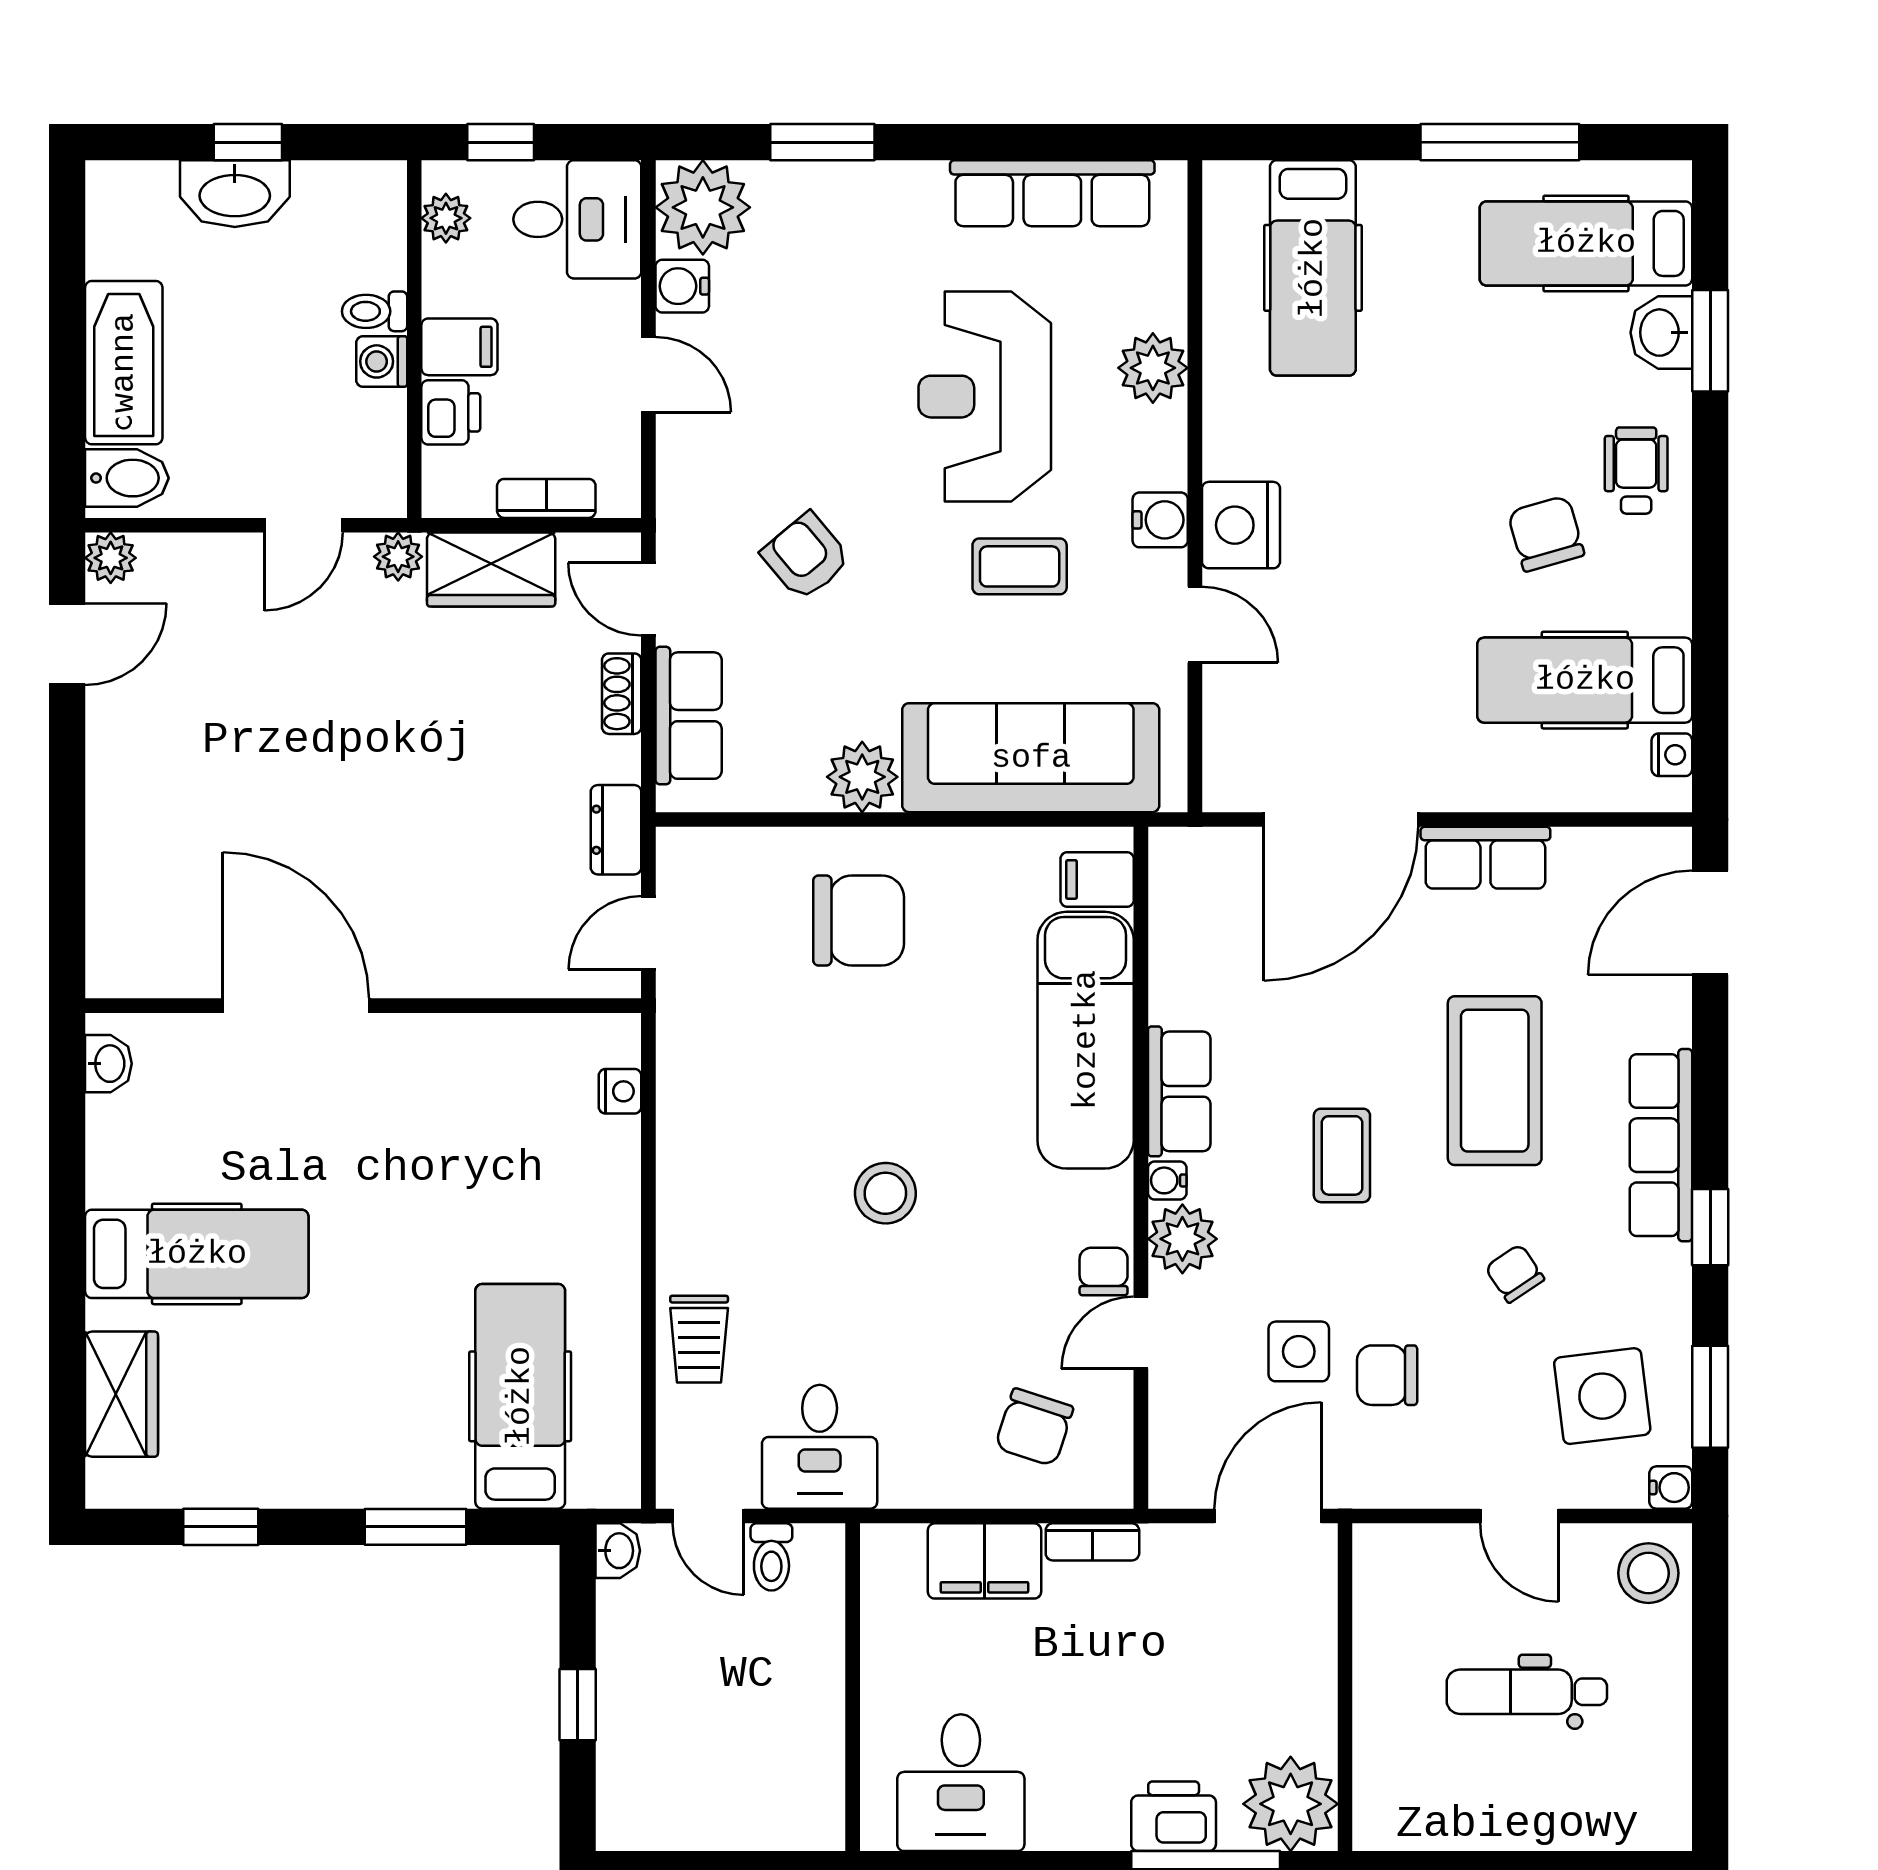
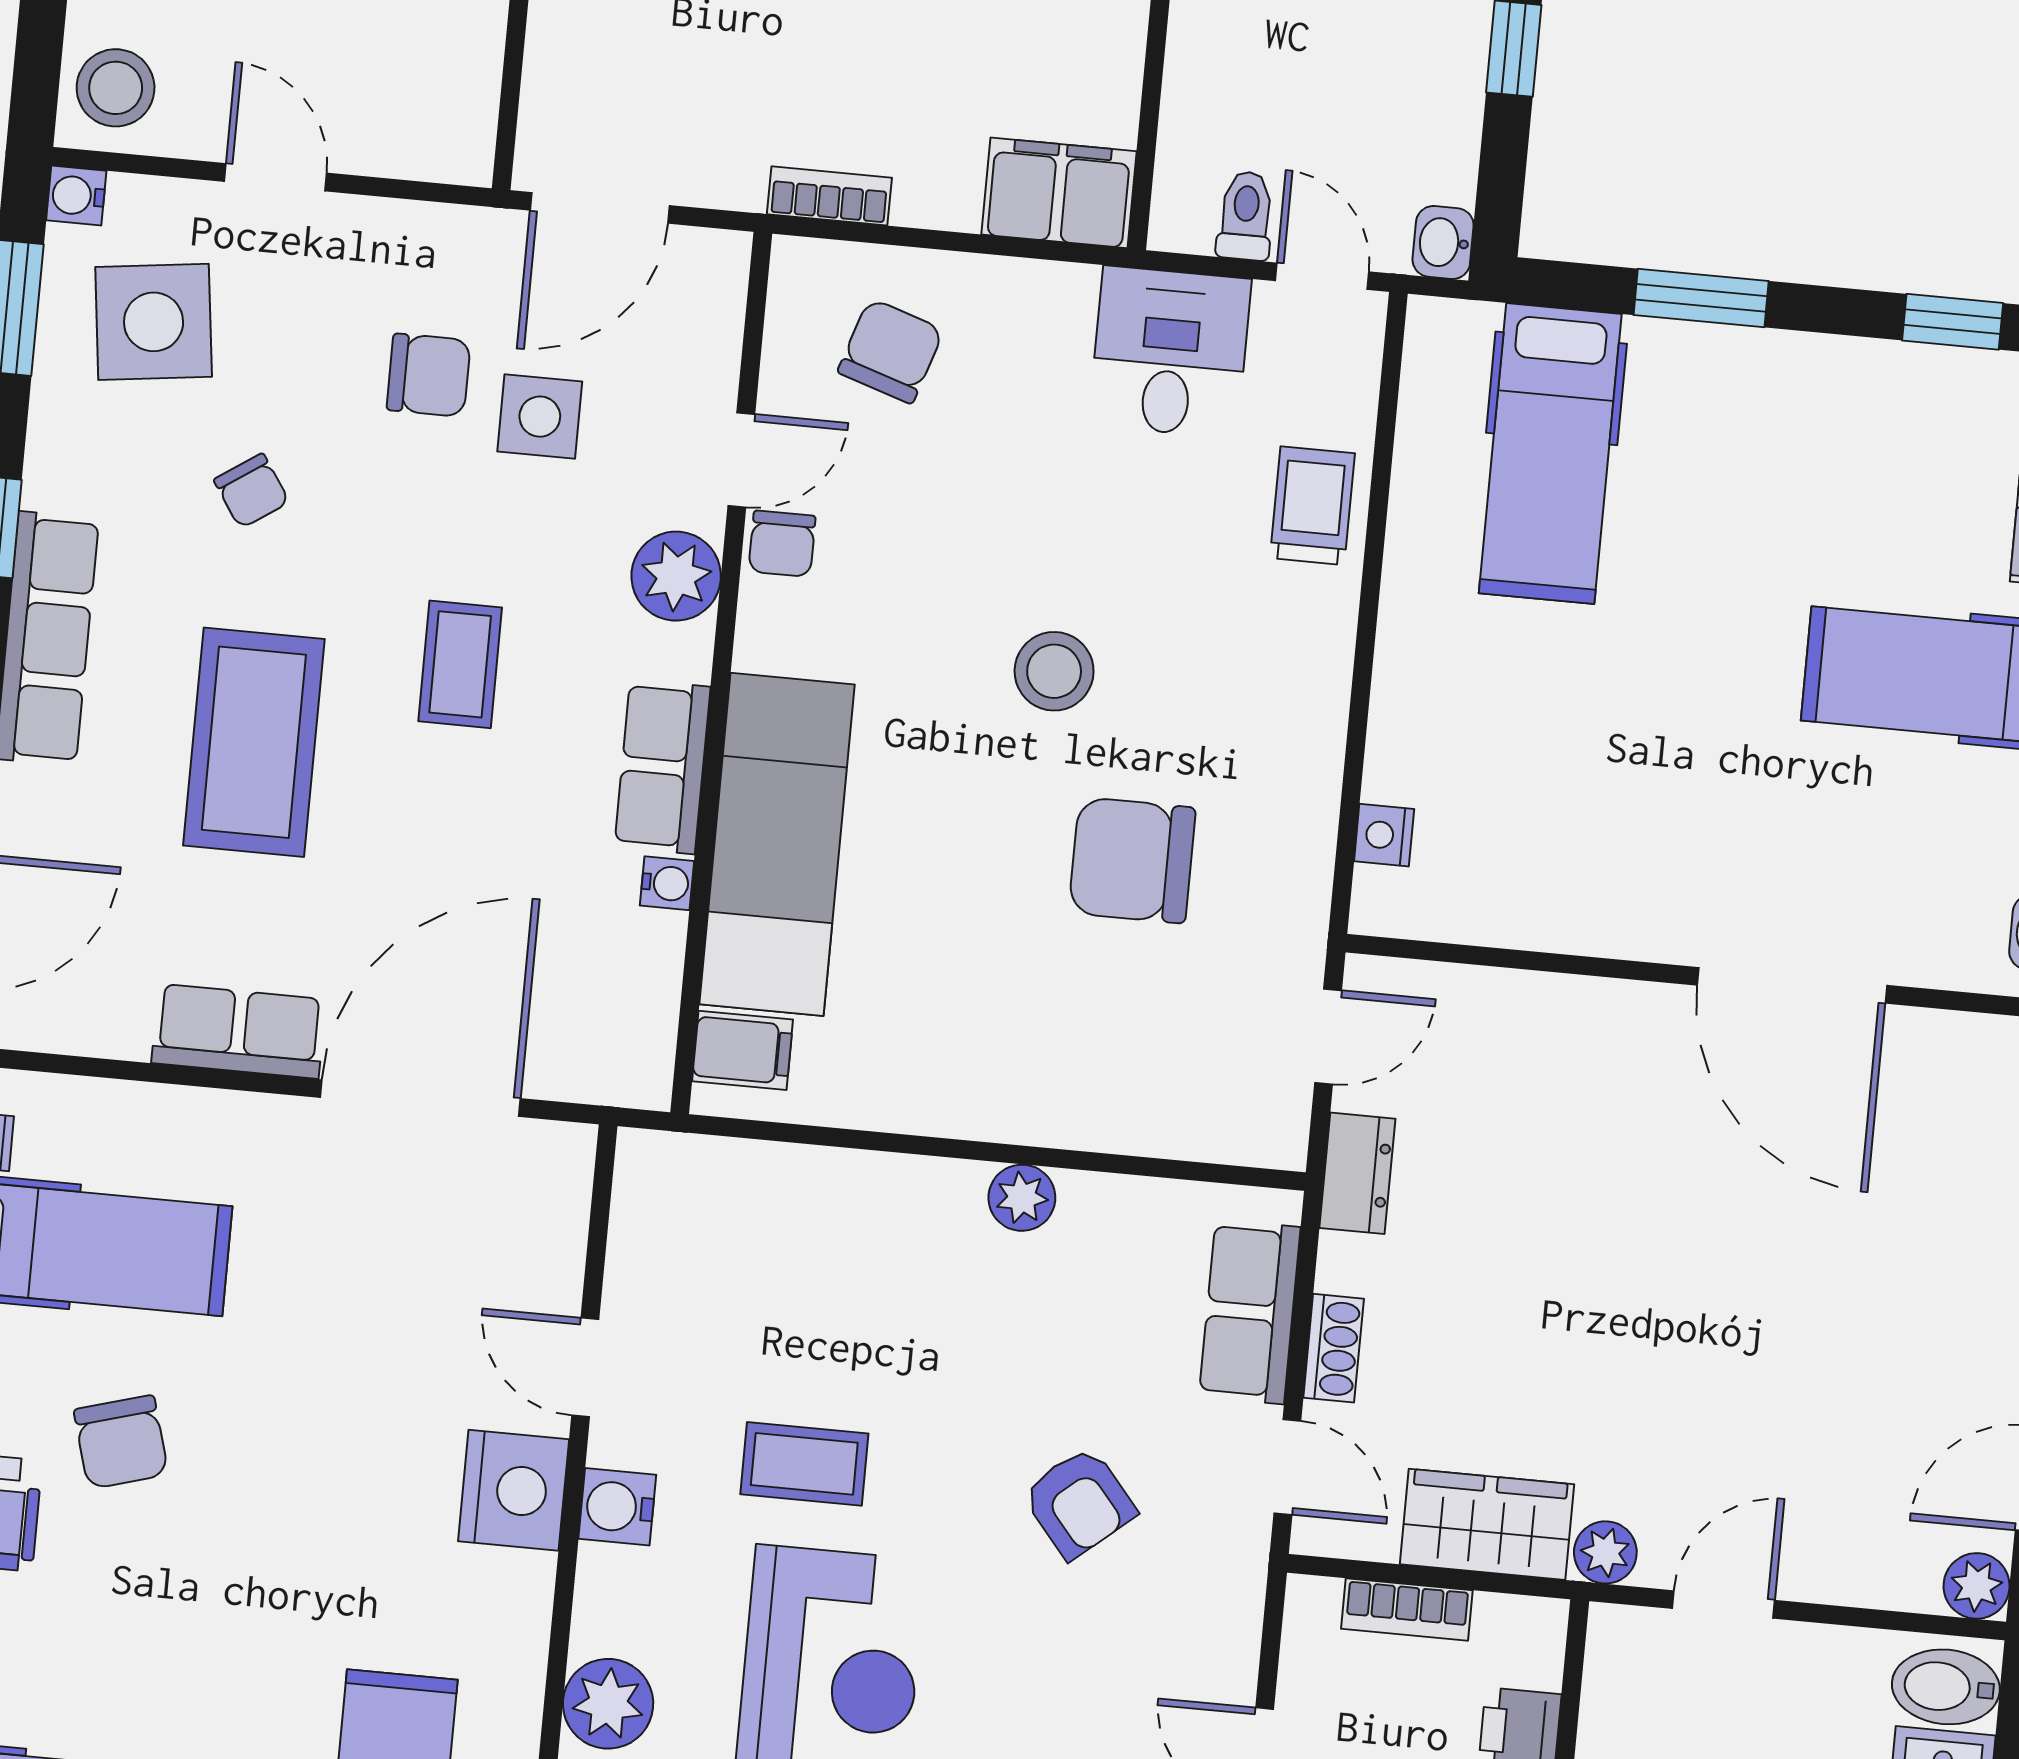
sofa: (1031, 758) -> (813, 1216), removed
plant: (862, 777) -> (1022, 1198), width x0.73, depth x0.73
chair: (859, 920) -> (1132, 860), moved
water cooler: (1167, 1180) -> (667, 883), moved
filing cabinet: (984, 1561) -> (1059, 193), moved

